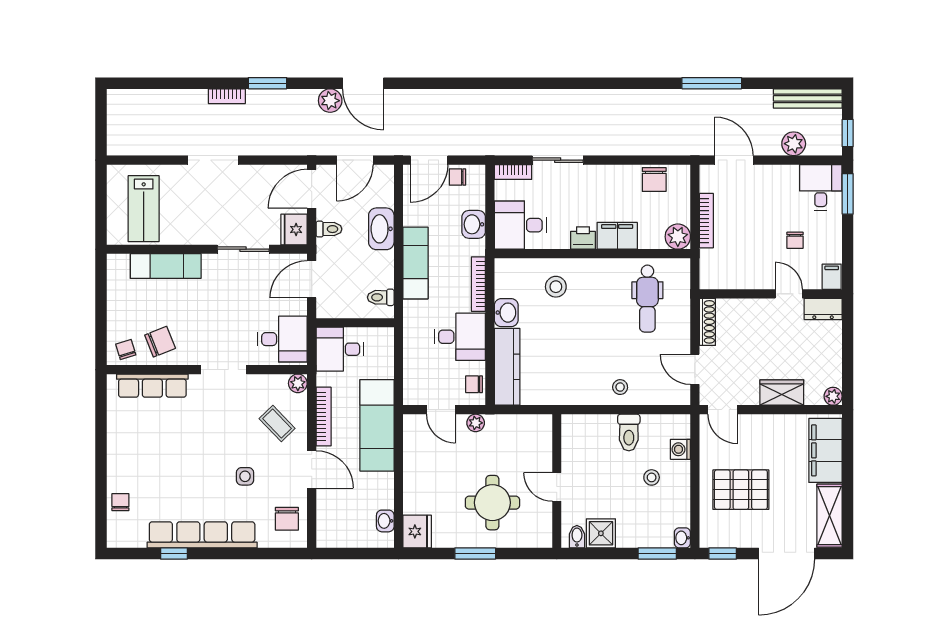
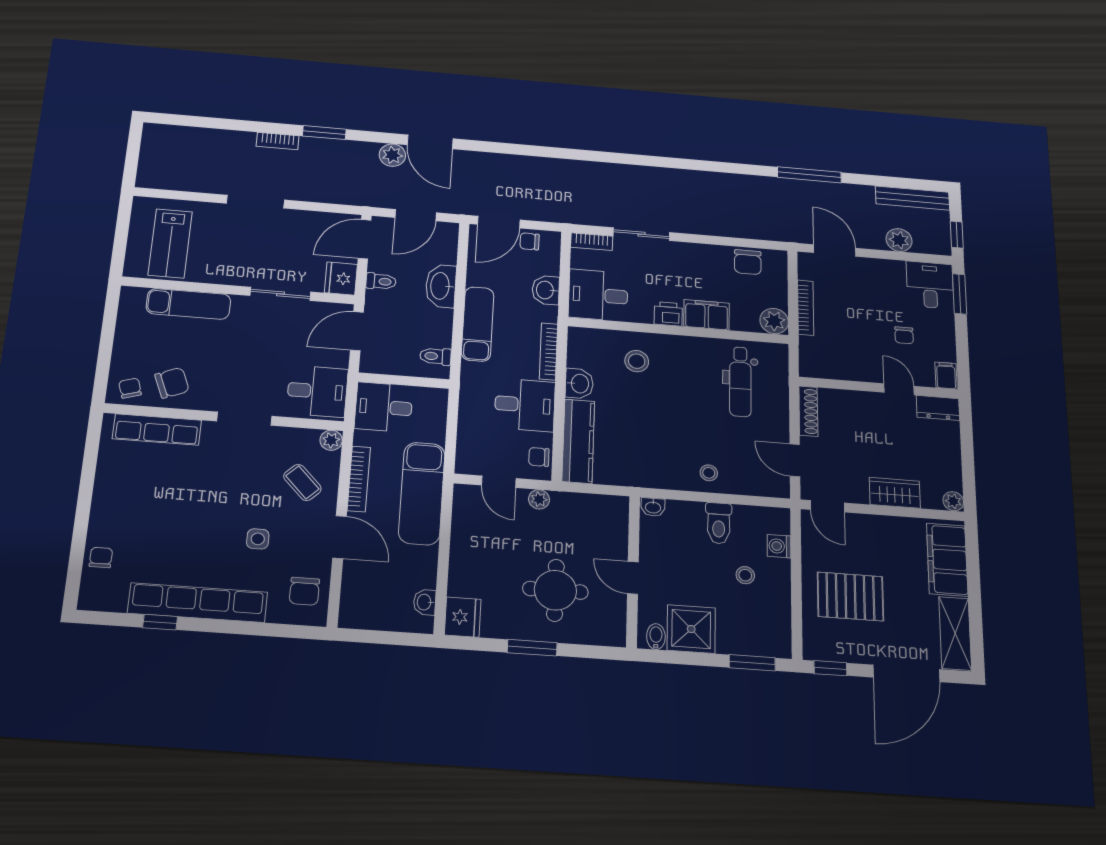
shower: (601, 533) -> (691, 629), width x1.36, depth x1.36
washbasin: (682, 538) -> (653, 507), moved, turned -90

